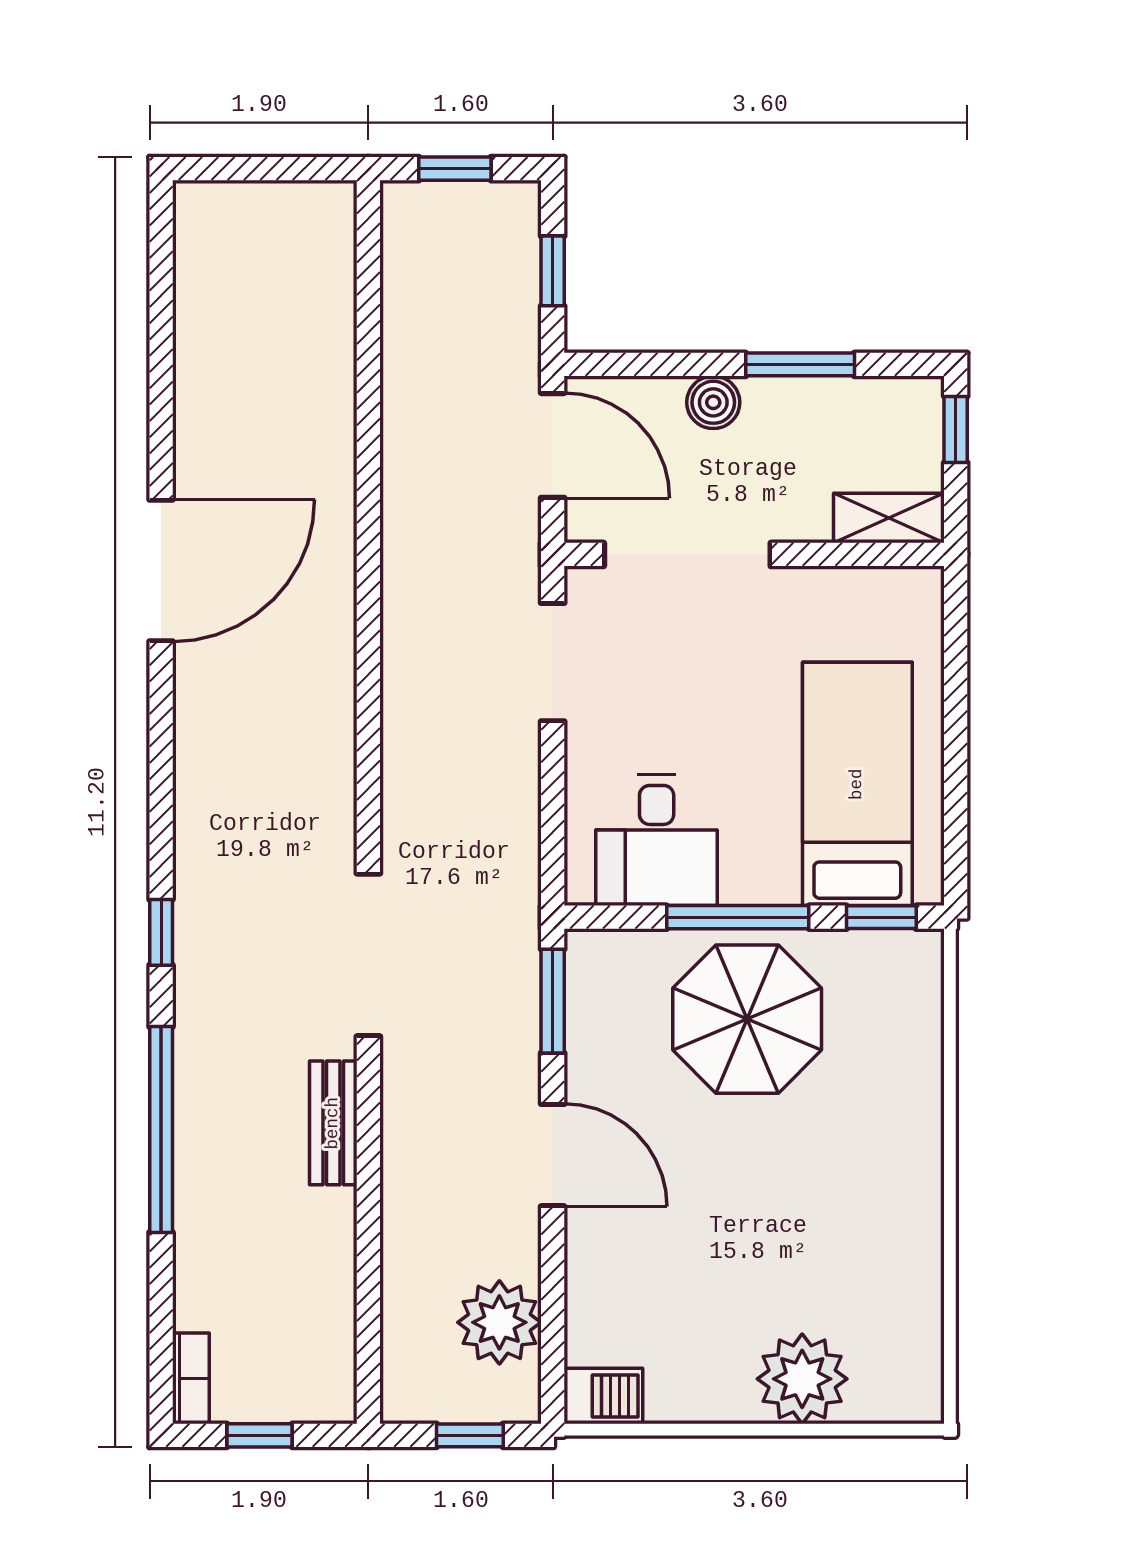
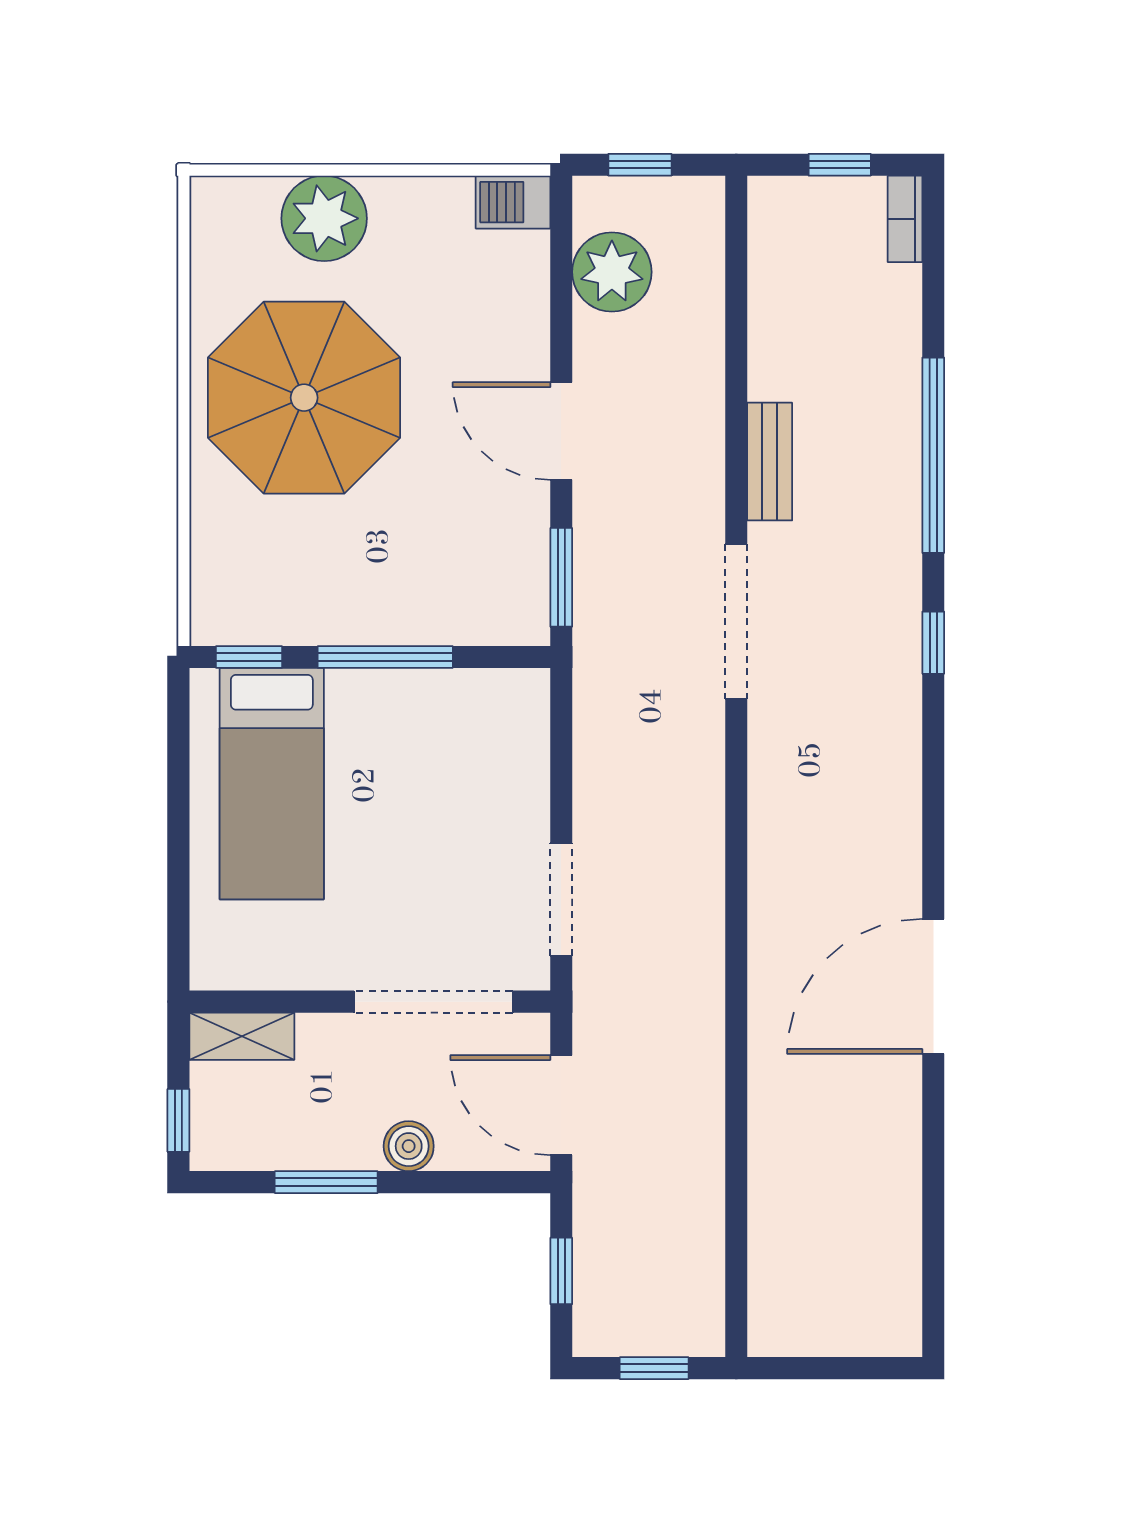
desk: (657, 840) -> (462, 730), removed
parasol: (747, 1019) -> (304, 398), moved, width x1.36, depth x1.36

